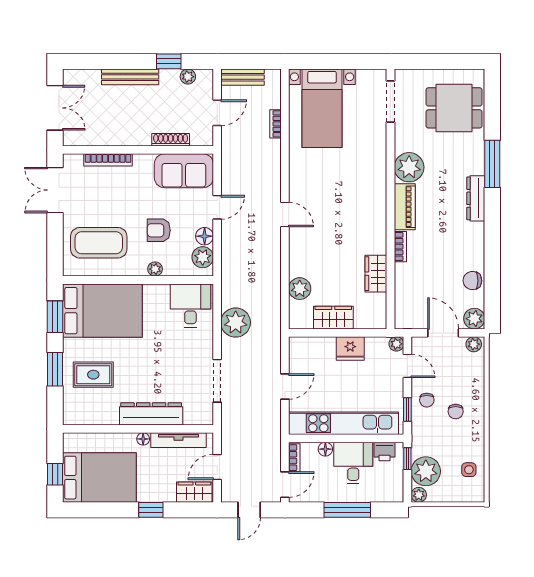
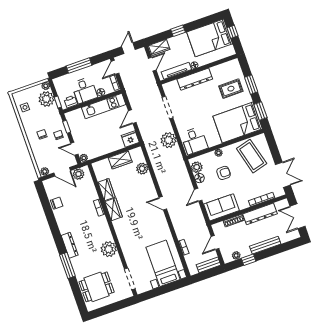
dresser: (120, 135) -> (260, 214), added
piano: (405, 207) -> (104, 228), removed
wardrobe: (376, 235) -> (114, 209), added
coffee table: (99, 243) -> (252, 156), turned 75
plant: (474, 319) -> (78, 174), moved
fridge: (350, 348) -> (130, 139), moved
kitchen unit: (344, 423) -> (104, 106), width x0.73

